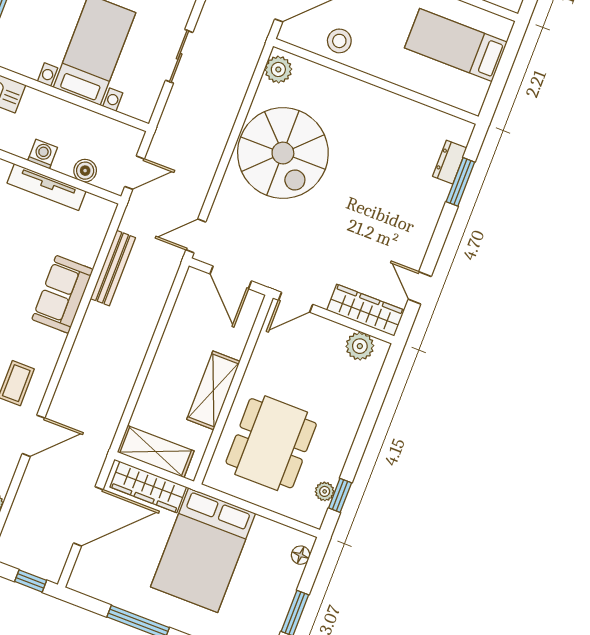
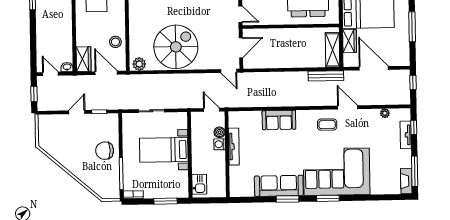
washing machine: (43, 154) -> (220, 144), moved
bench: (113, 268) -> (326, 76), moved
shelving: (213, 390) -> (295, 35), removed
wardrobe: (148, 487) -> (350, 41), width x0.67

